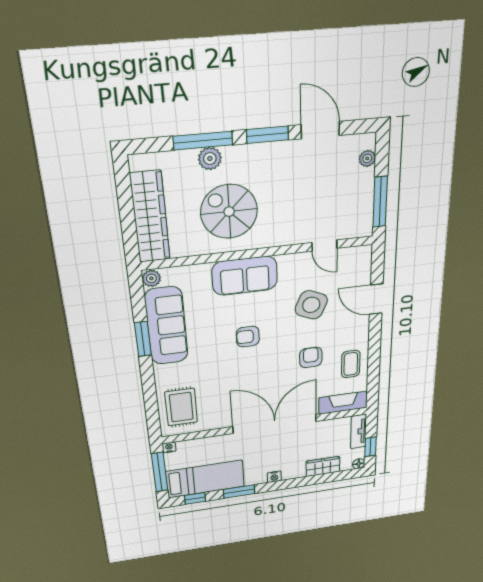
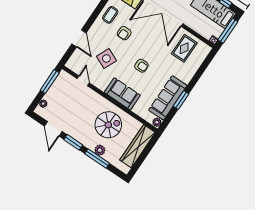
spiral stairs: (229, 212) -> (108, 125), turned -90
rug: (181, 407) -> (184, 48), moved

